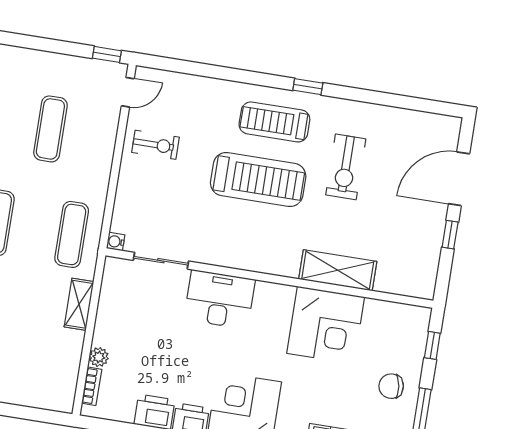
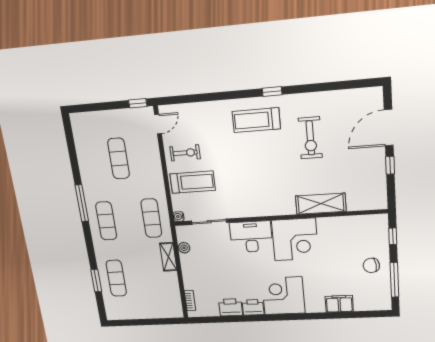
treadmill: (258, 180) -> (193, 182), moved, width x0.73, depth x0.73
corner desk: (326, 325) -> (295, 239), moved
plant: (99, 357) -> (184, 248), moved

